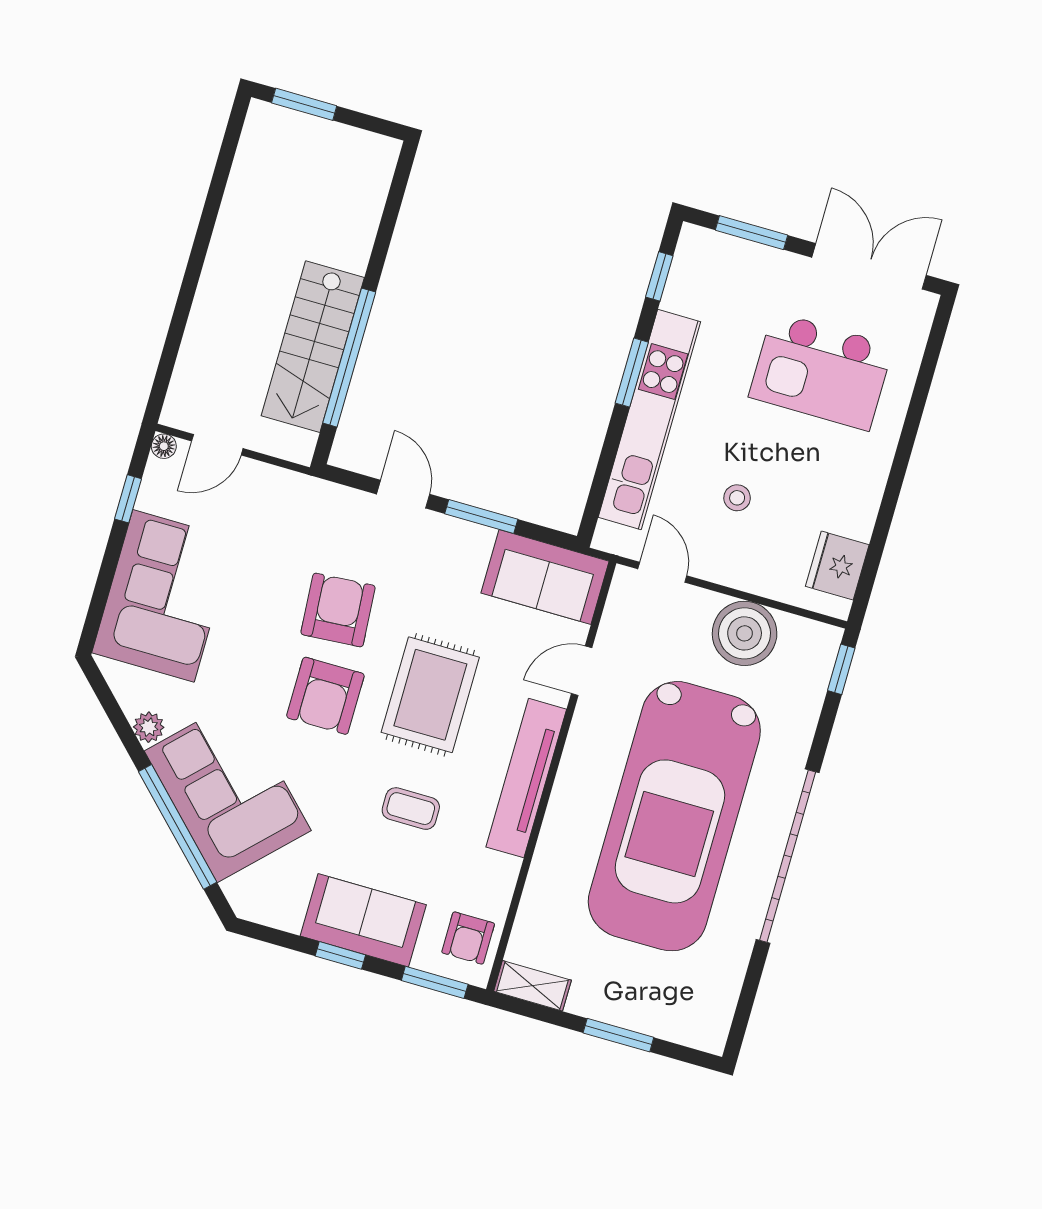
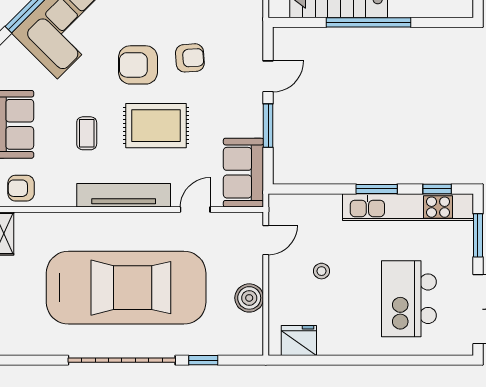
window: (349, 358) -> (368, 22), moved
kitchen unit: (649, 419) -> (408, 207), moved
armchair: (338, 610) -> (190, 58), width x0.72, depth x0.72
boiler: (745, 633) -> (249, 298), width x0.73, depth x0.73
window: (841, 669) -> (203, 360), moved
door: (582, 671) -> (195, 210), hinge flipped
car: (674, 816) -> (126, 288), turned 180

